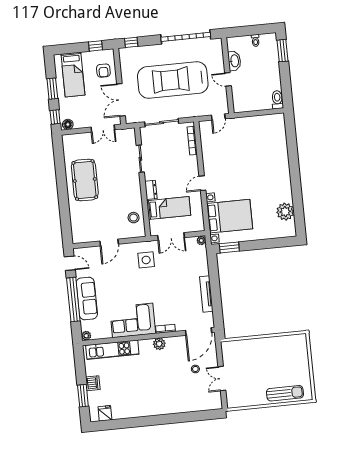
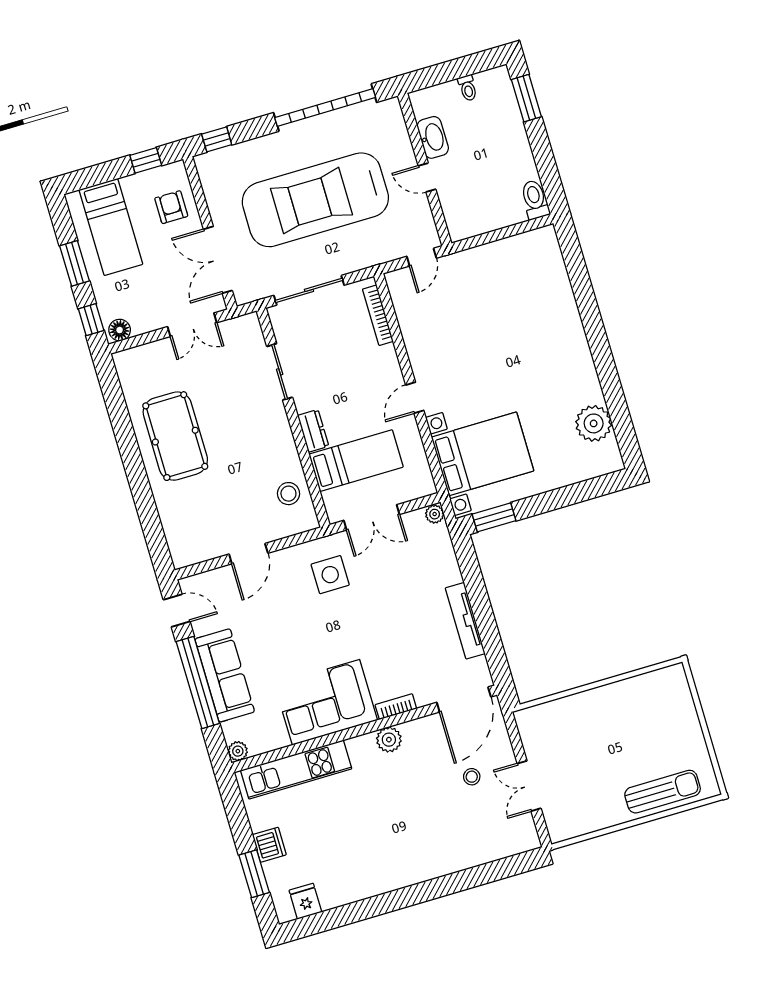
armchair: (103, 71) -> (171, 207), turned 180

